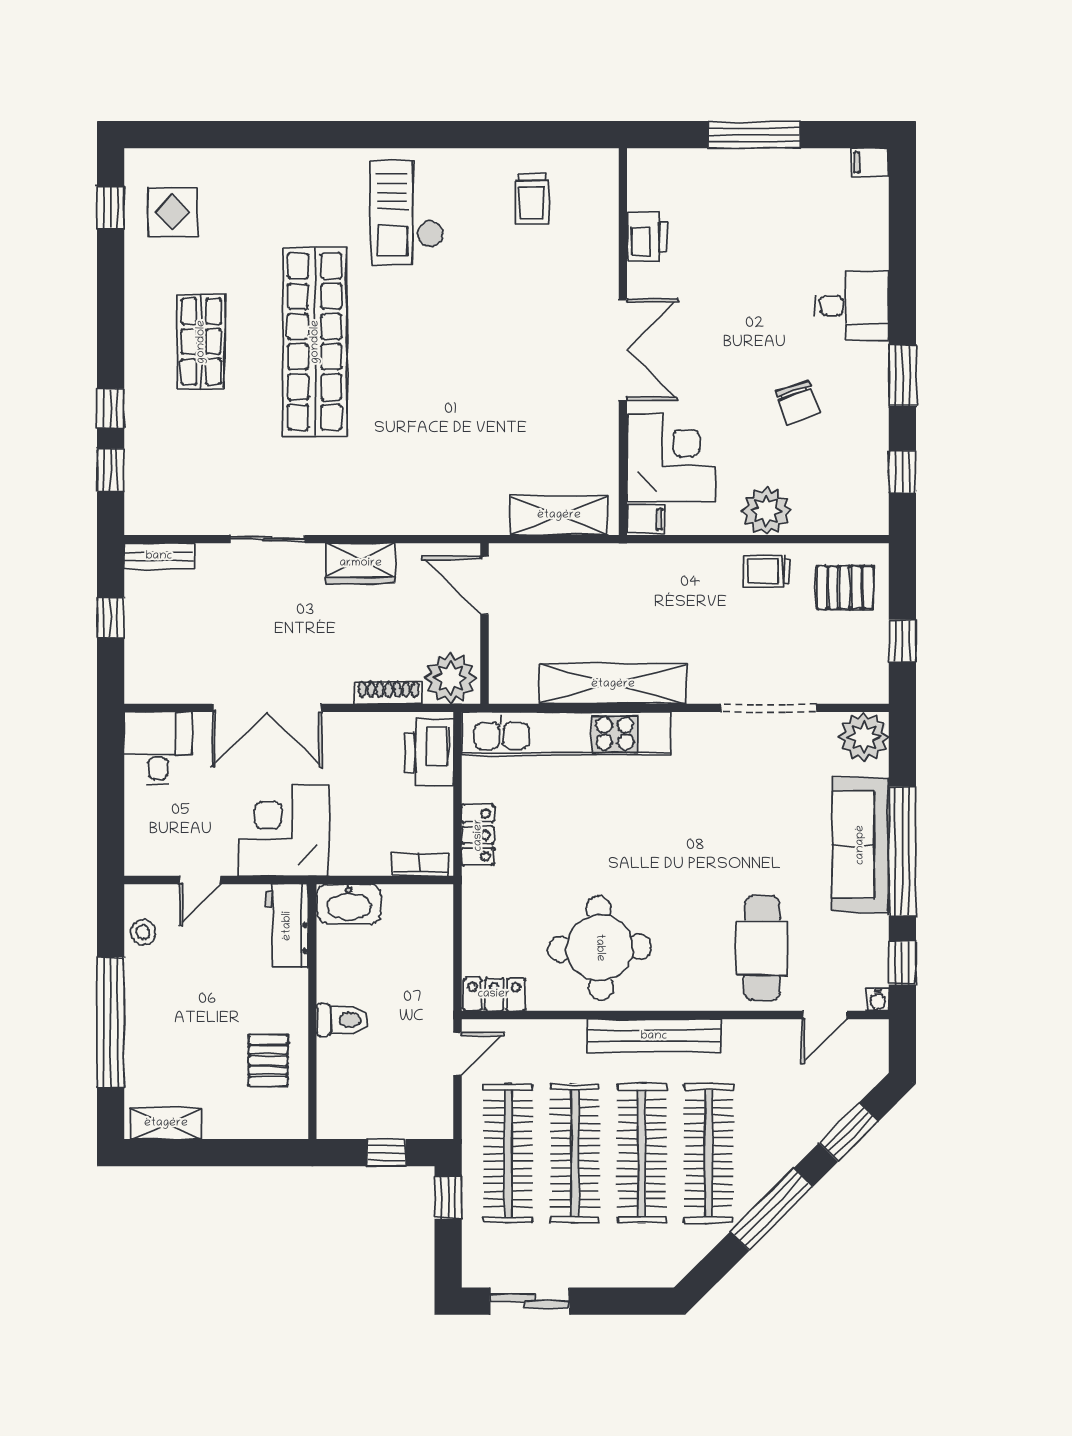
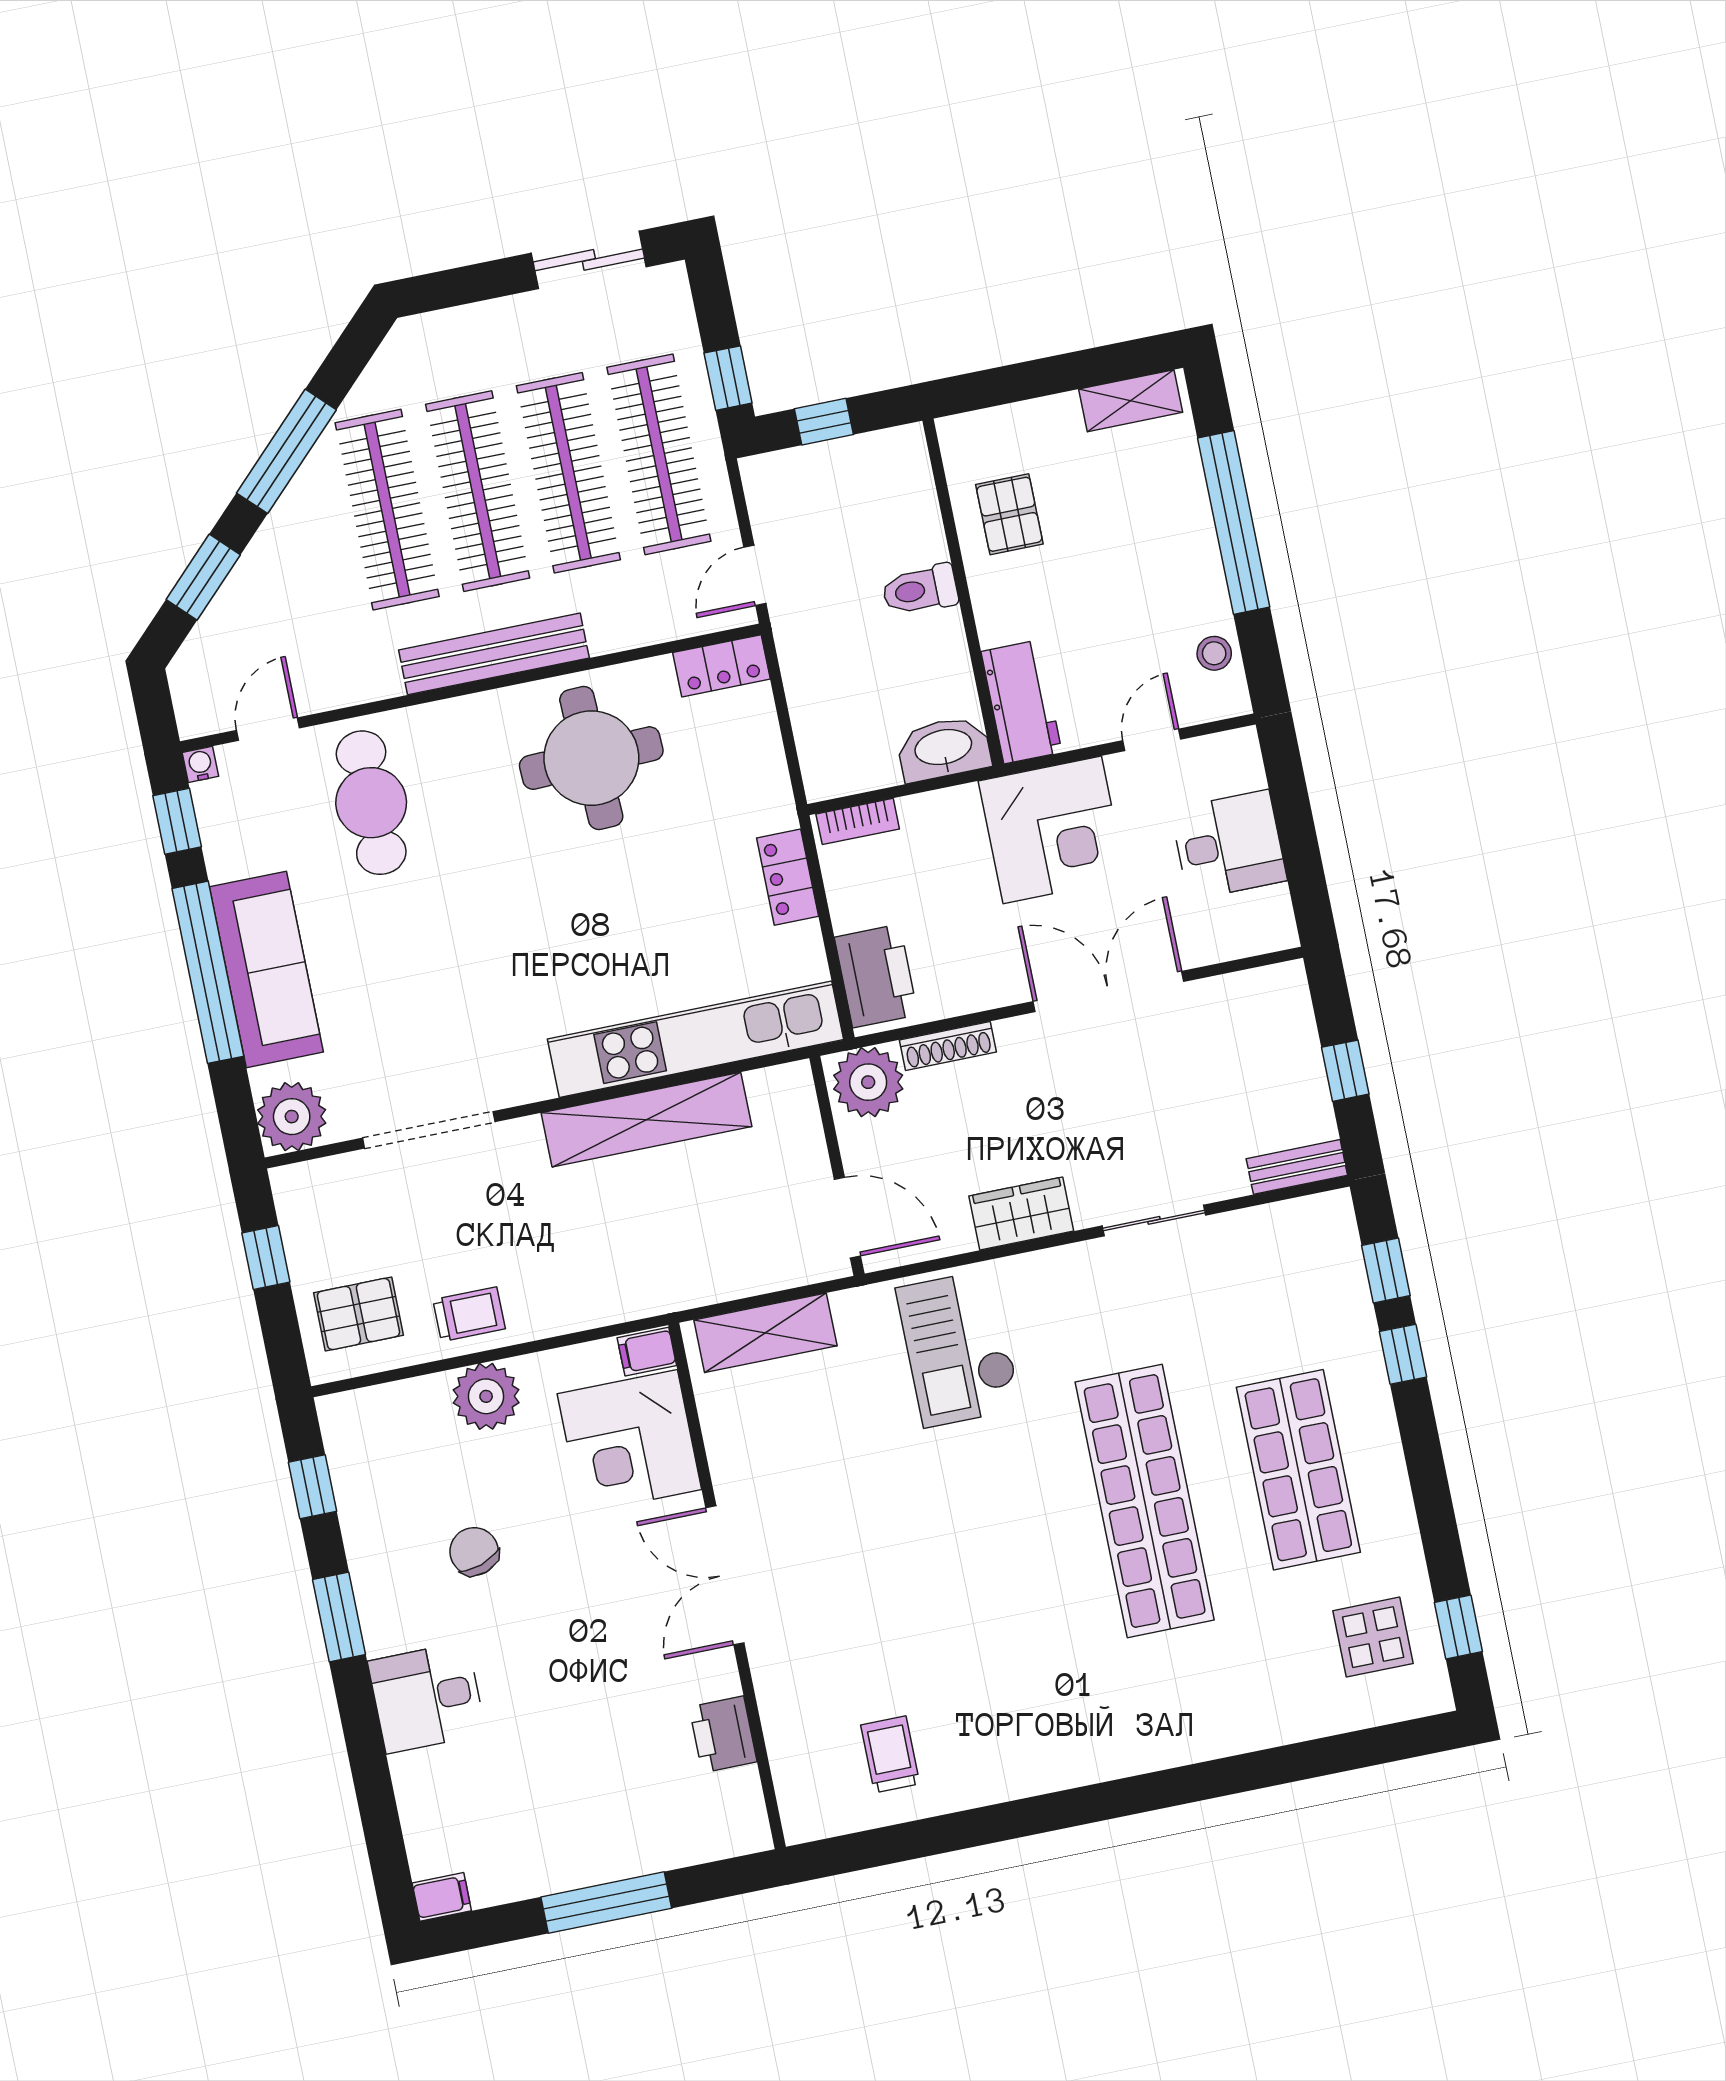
checkout: (407, 213) -> (959, 1348), moved, turned 180
shop shelf: (201, 342) -> (1298, 1470), width x1.43, depth x1.36
desk: (158, 748) -> (1229, 845), moved, turned -90

